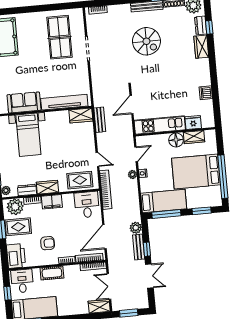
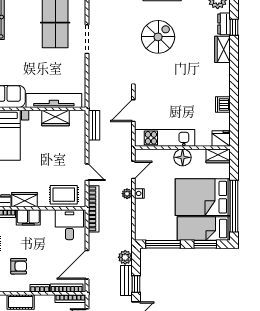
spiral stairs: (146, 41) -> (158, 37), turned -90
wardrobe: (81, 115) -> (55, 118), moved
fridge: (193, 123) -> (221, 139), moved
wardrobe: (194, 137) -> (218, 156), moved
bed: (164, 201) -> (204, 229), moved, turned 180

